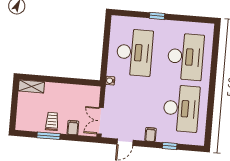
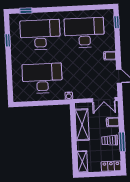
window: (157, 16) -> (8, 40), moved
window: (216, 44) -> (26, 11), added
shelving: (74, 92) -> (82, 125), added
locker: (22, 119) -> (111, 166), added
window: (170, 146) -> (117, 22), moved

